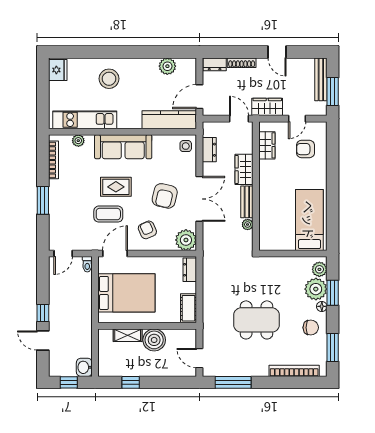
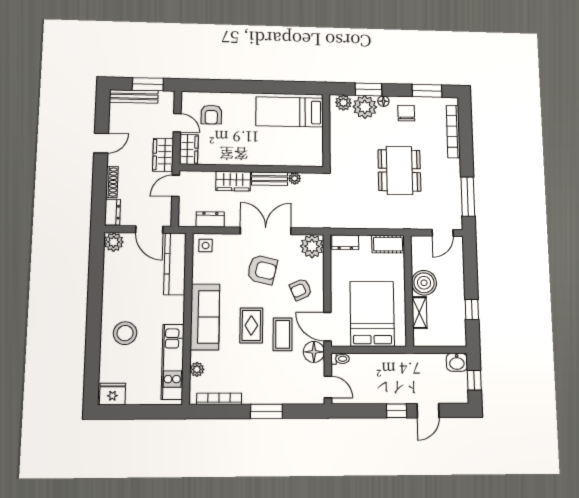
plant: (167, 66) -> (114, 242), moved
wardrobe: (267, 145) -> (189, 149), moved, turned 90
floor lamp: (93, 241) -> (314, 352), added

